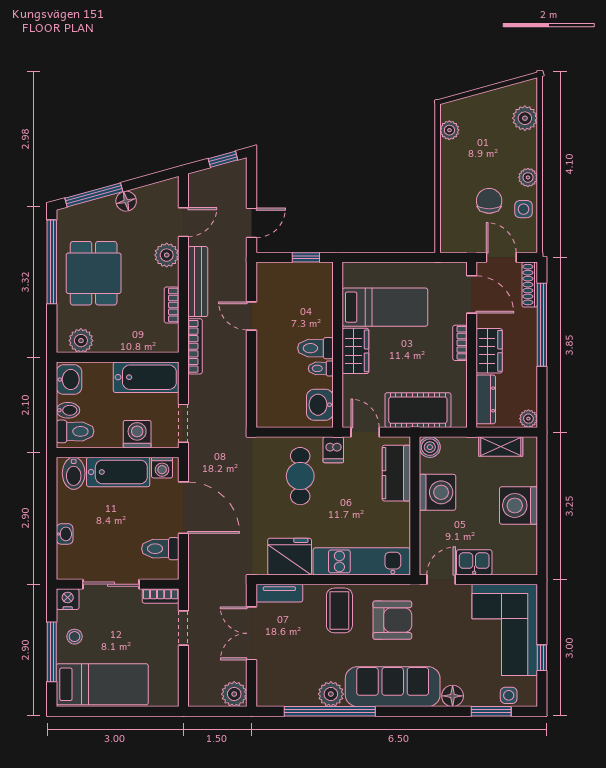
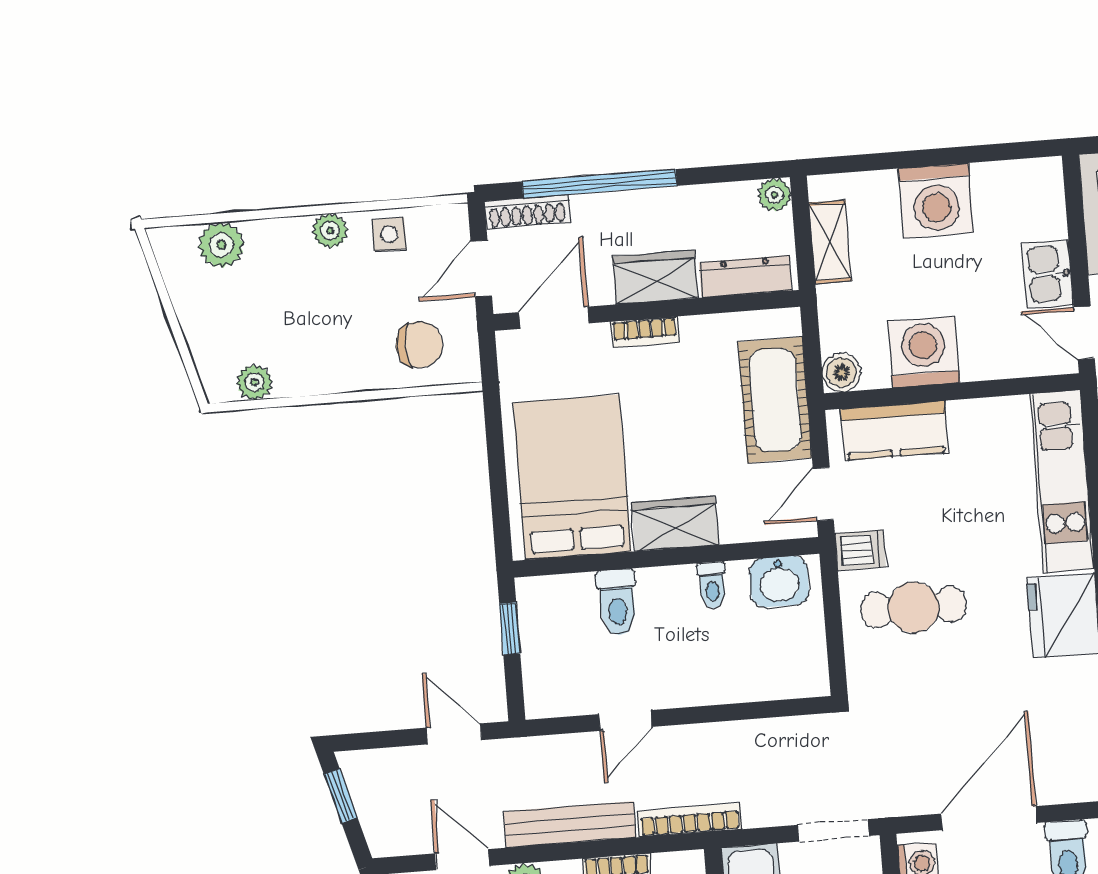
chair: (489, 201) -> (419, 345), moved, turned 180
bed: (385, 307) -> (572, 477), width x1.50
toilet: (315, 348) -> (617, 602), moved

